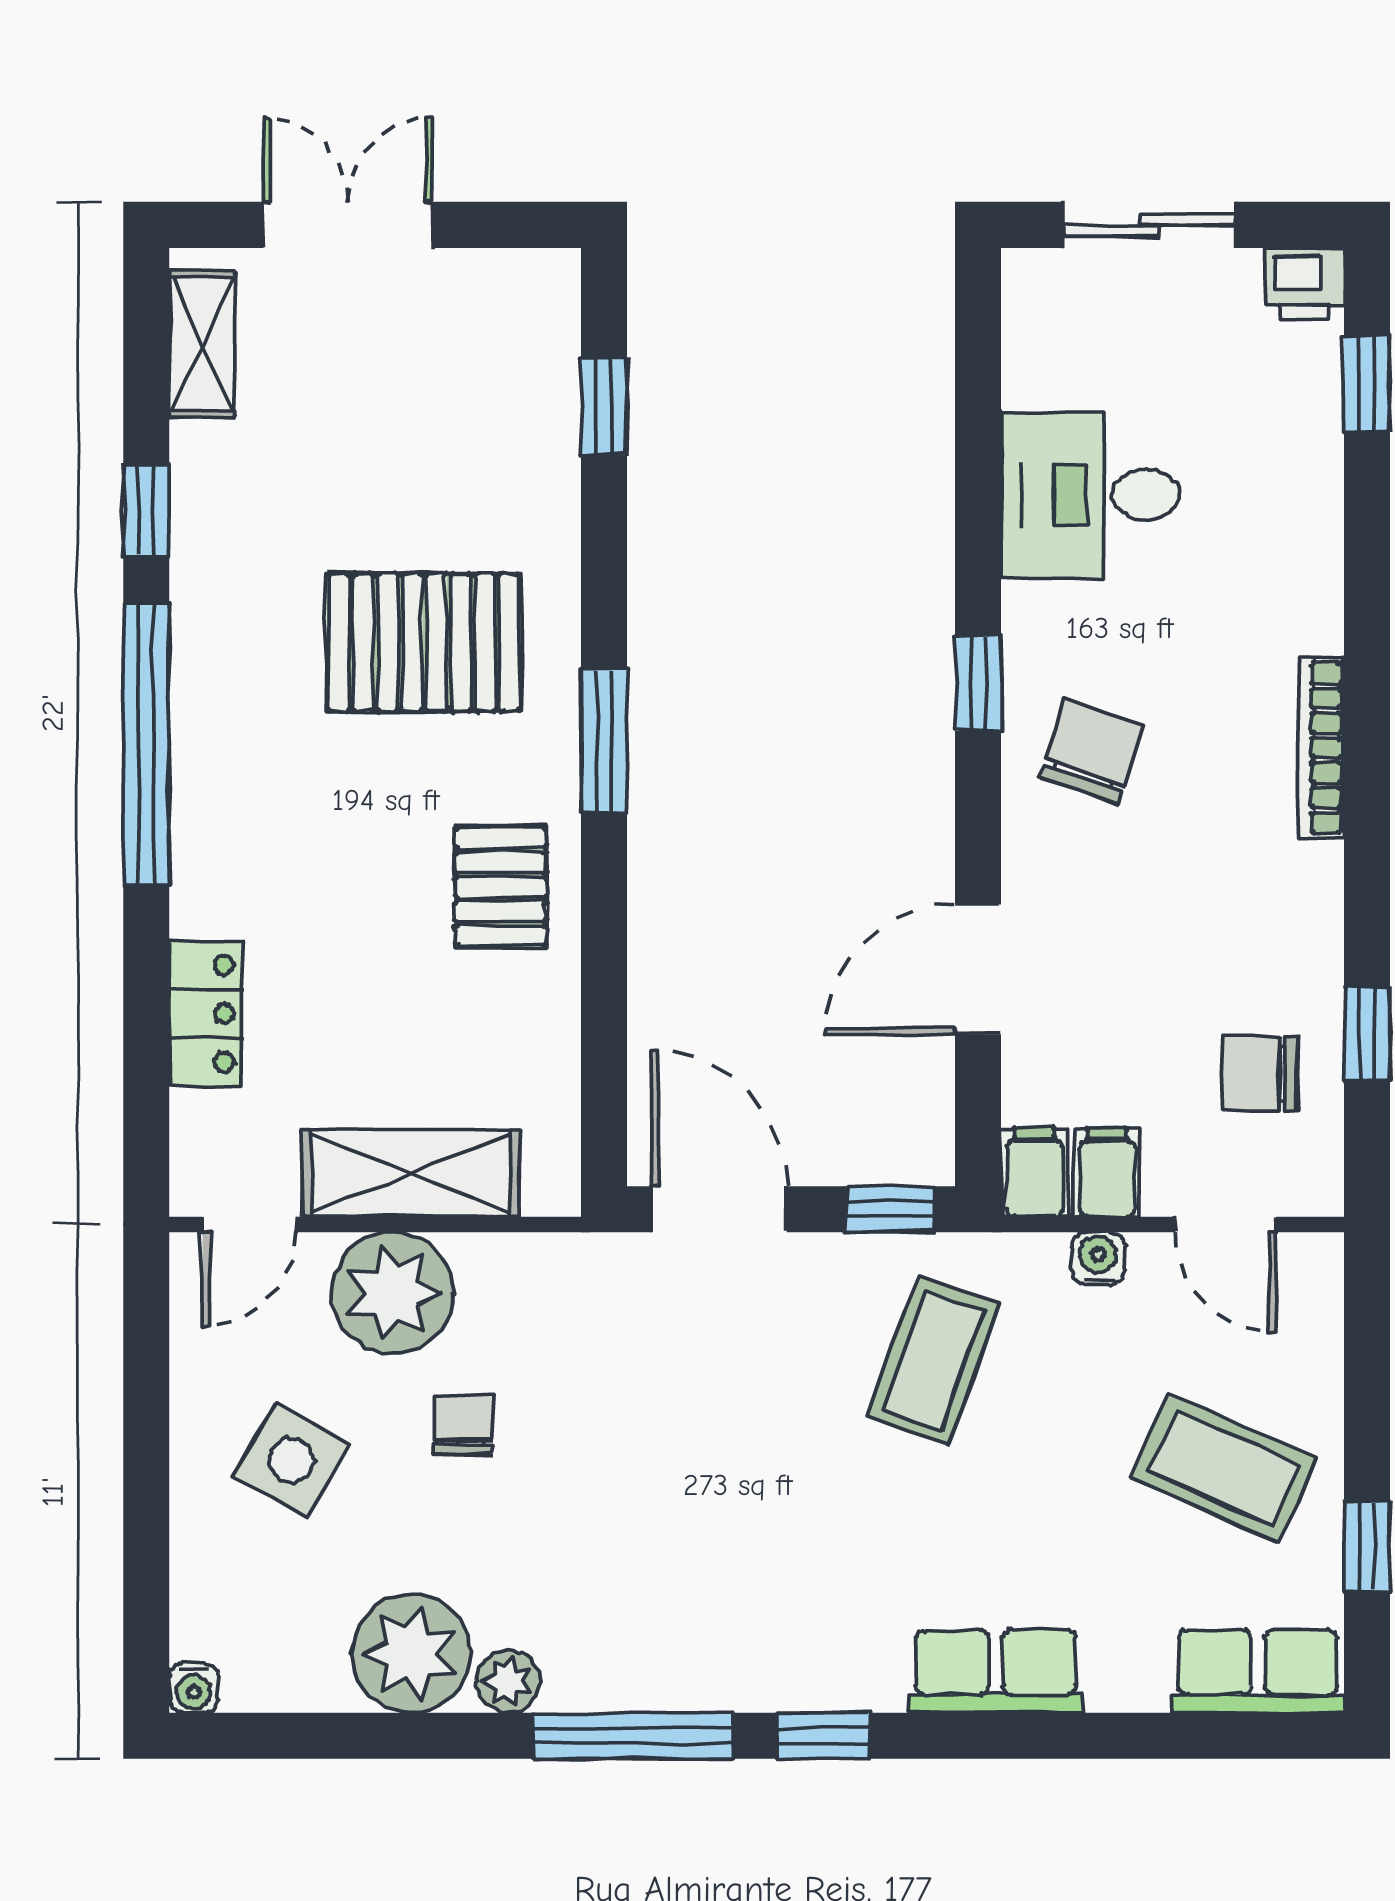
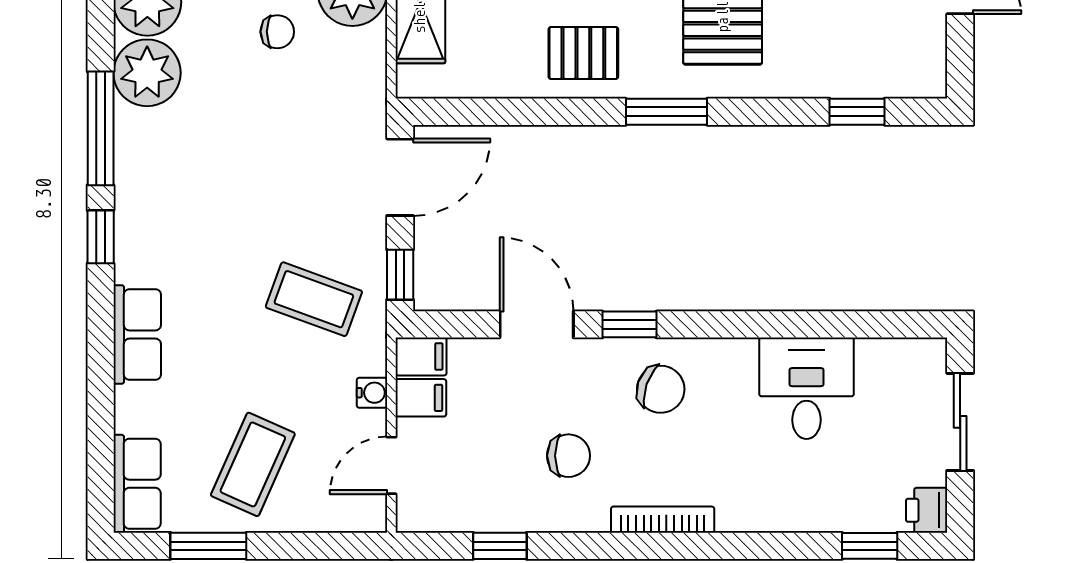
window: (978, 683) -> (629, 324), moved
chair: (1260, 1073) -> (568, 456), moved, turned 89
window: (1367, 1546) -> (208, 546), width x1.50
plant: (508, 1681) -> (147, 73), width x1.87, depth x1.87

